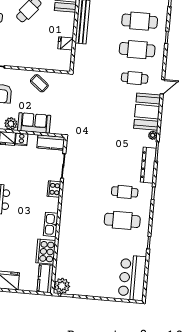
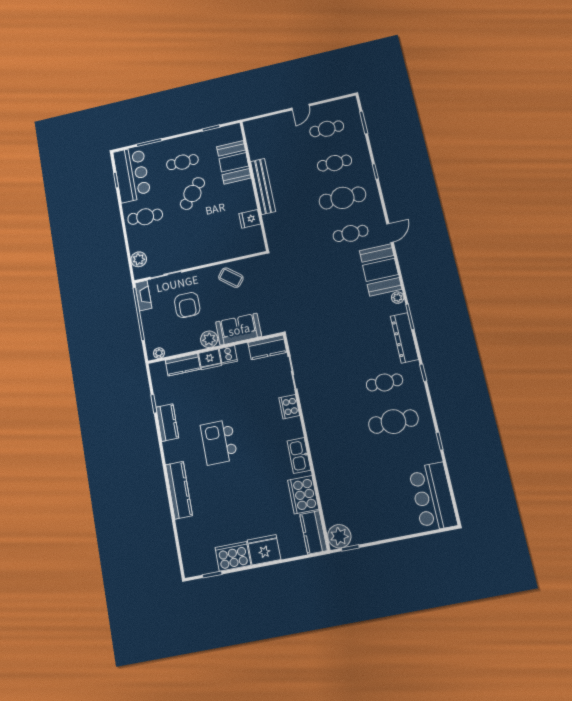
cafe table: (140, 21) -> (335, 163), width x0.73, depth x0.74

